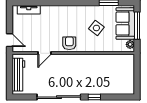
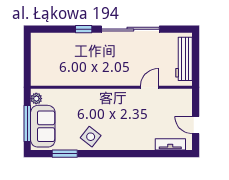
side table: (96, 28) -> (91, 137), moved
door: (10, 40) -> (196, 125), moved
armchair: (69, 43) -> (117, 100), removed

